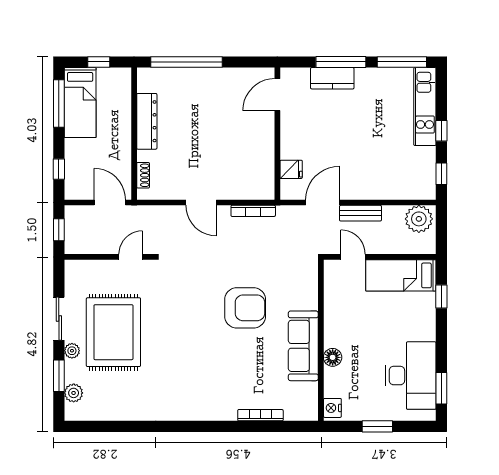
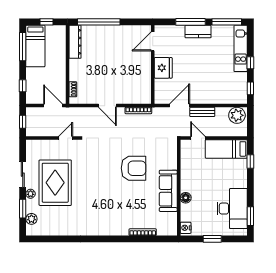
kitchen counter: (332, 78) -> (198, 32), moved
dresser: (147, 121) -> (75, 42), moved
fridge: (291, 169) -> (163, 68), moved, width x1.88, depth x1.34

